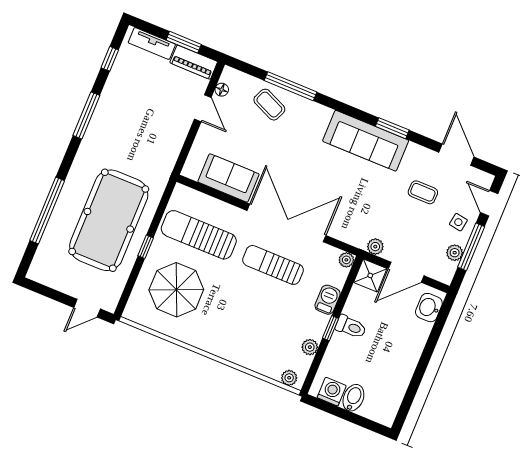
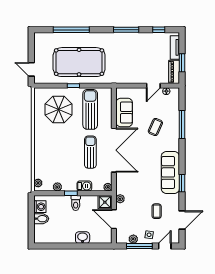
coffee table: (269, 105) -> (155, 127), moved
washbasin: (429, 308) -> (83, 238), moved

